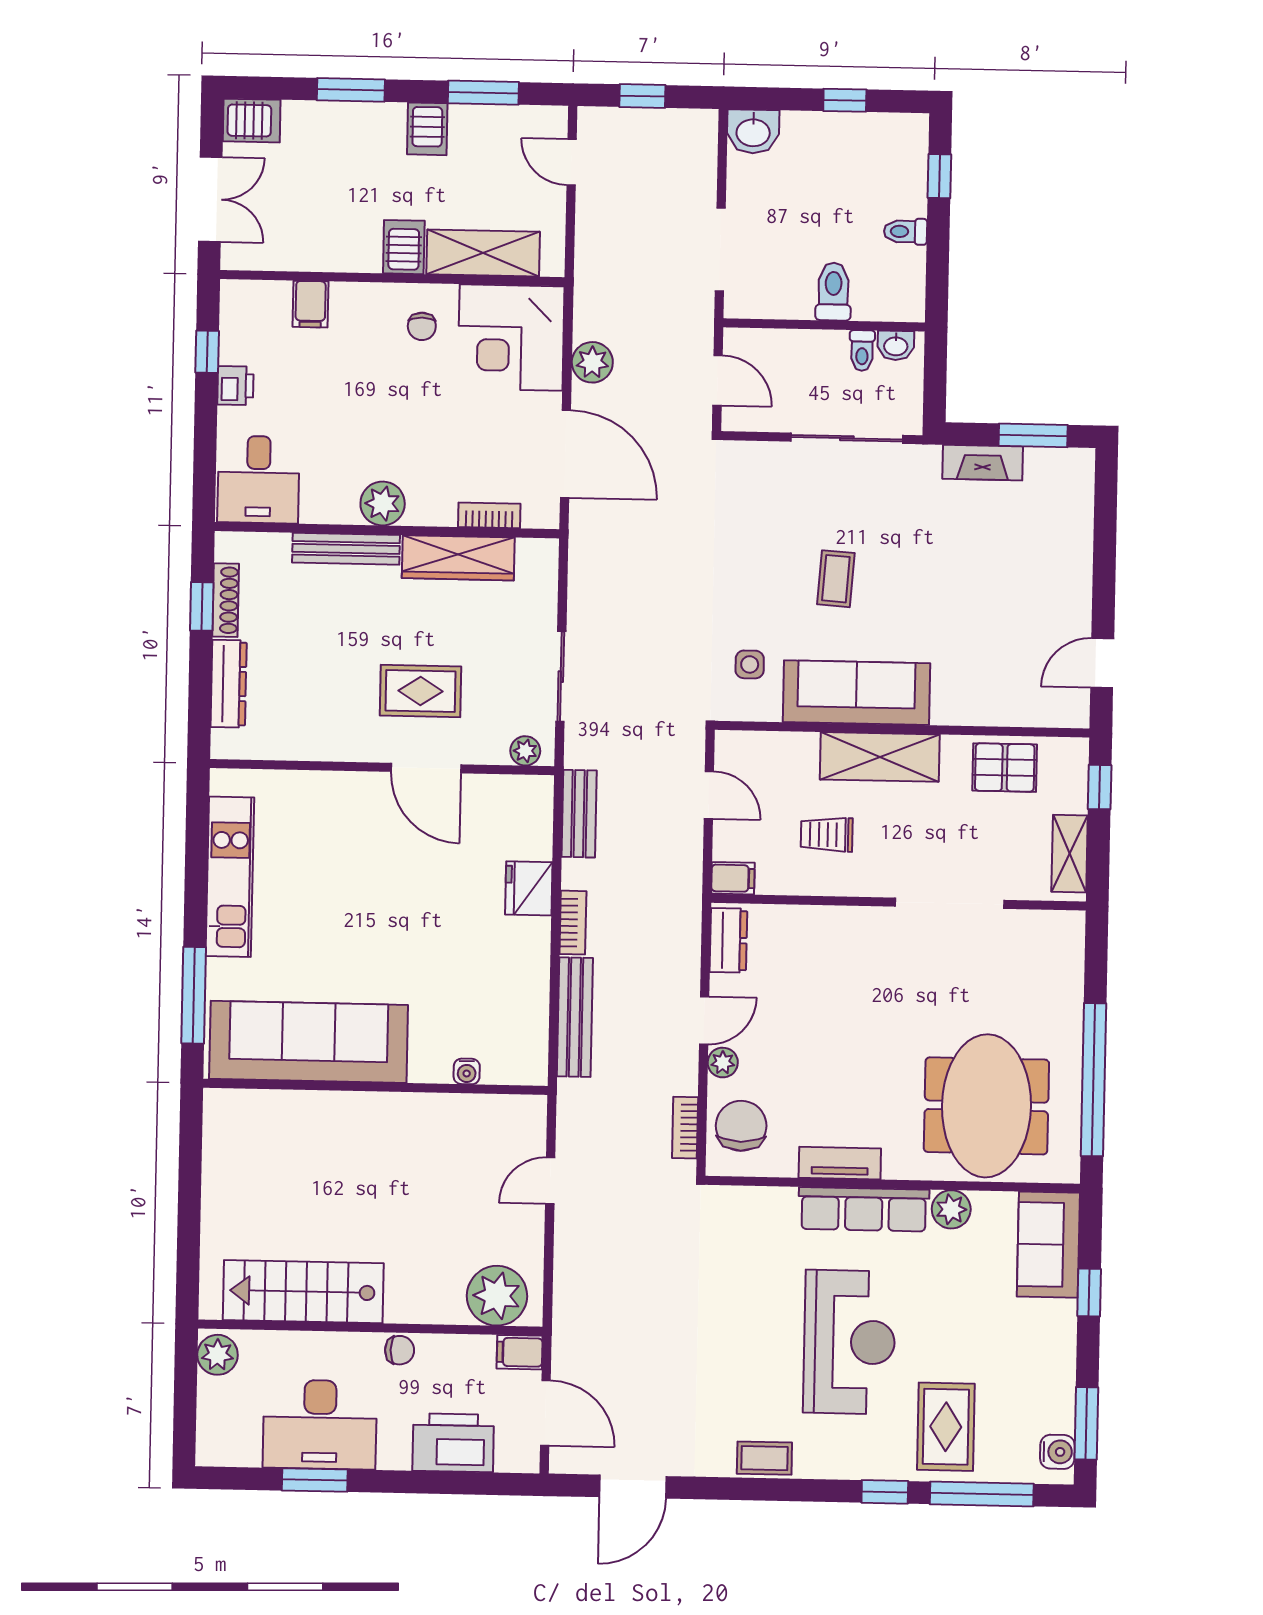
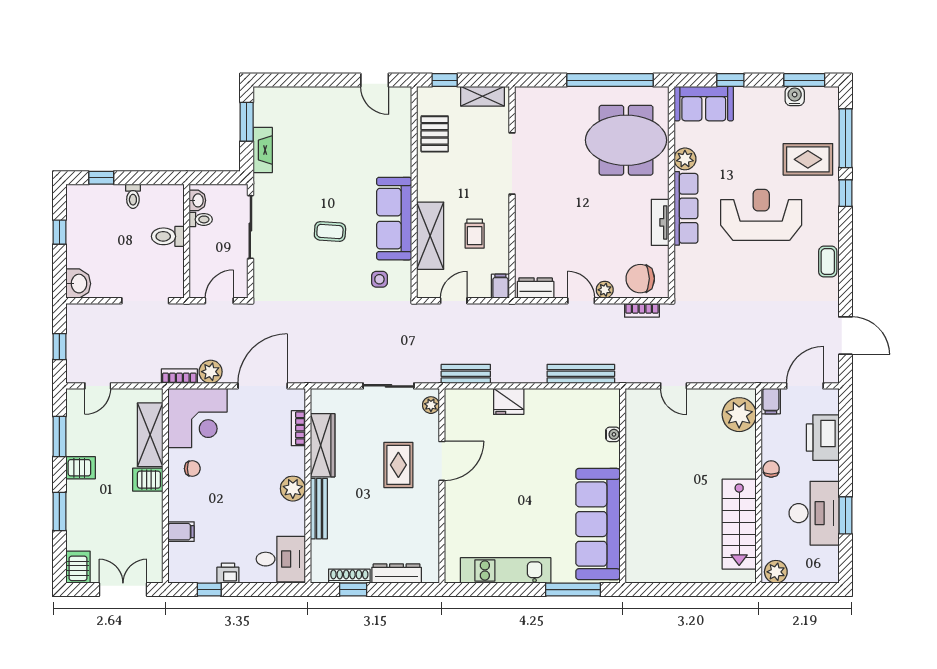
shelving: (880, 757) -> (430, 236), moved
bookcase: (573, 923) -> (179, 376), moved
water cooler: (1057, 1452) -> (795, 96), moved

